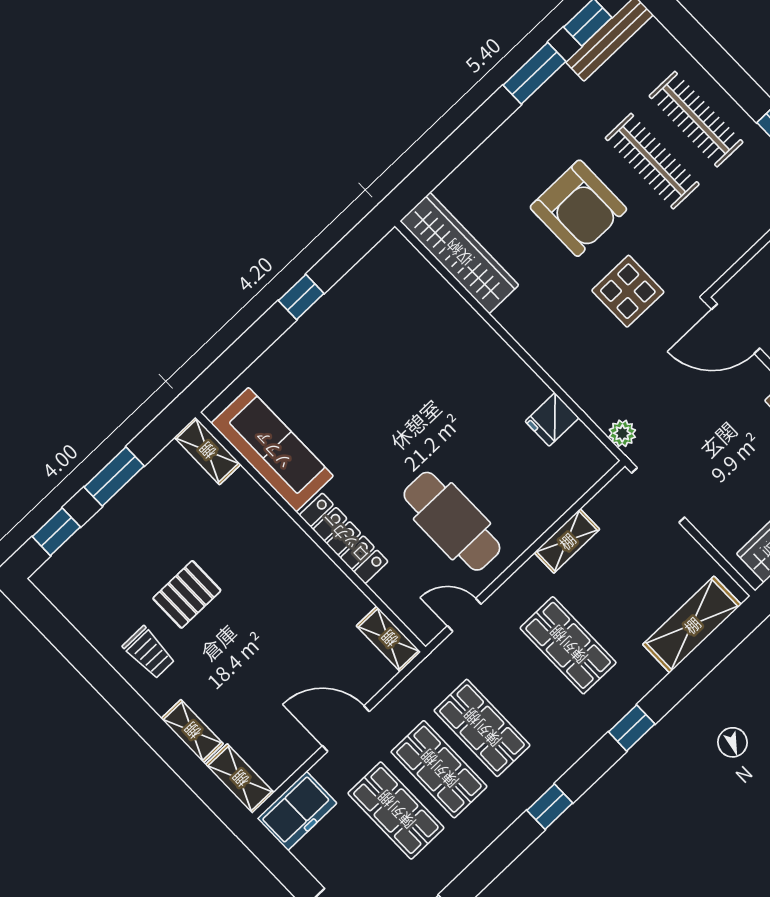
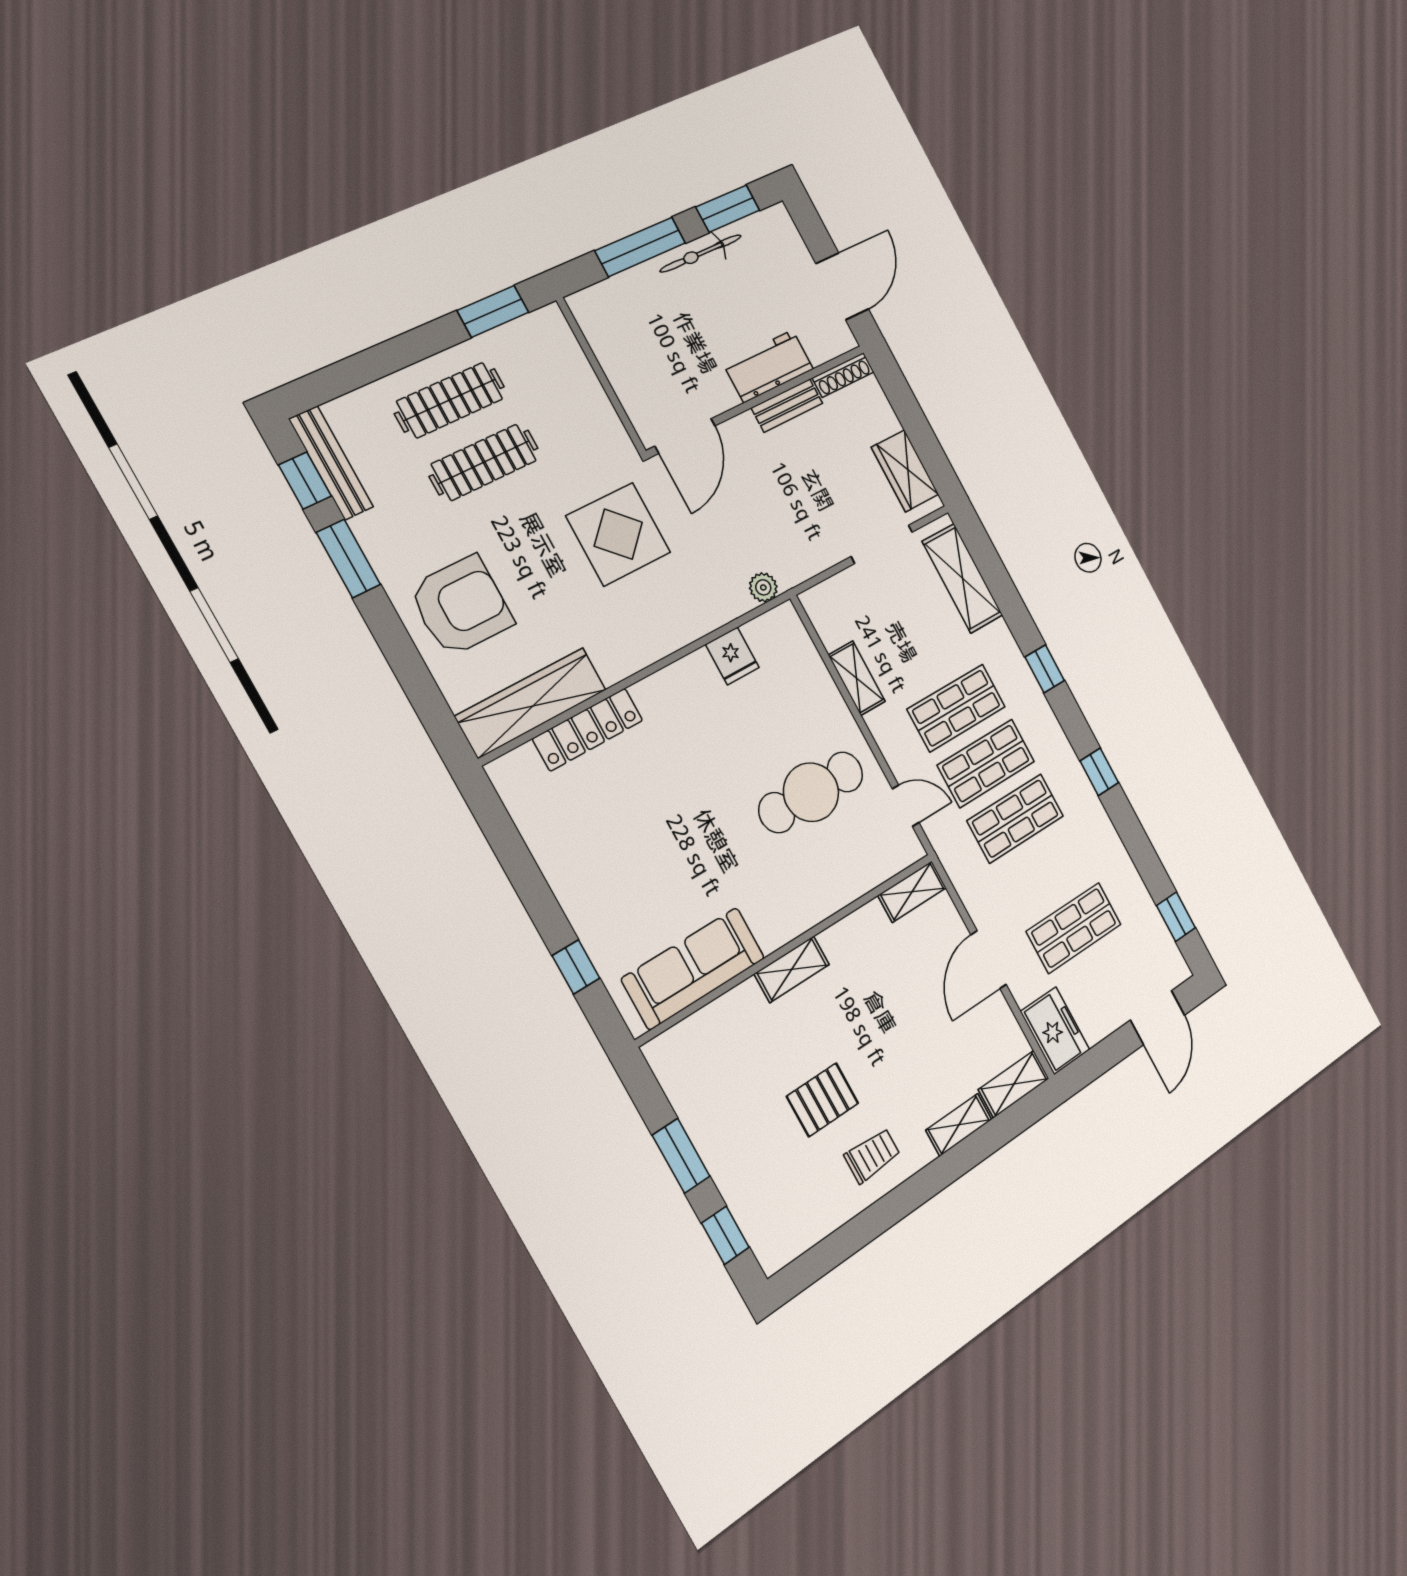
armchair: (578, 208) -> (461, 606), moved
display table: (628, 291) -> (618, 534), width x1.36, depth x1.36
window: (301, 297) -> (576, 967), moved
shelving: (207, 451) -> (792, 969), moved
doorway: (658, 495) -> (882, 544), moved
locker: (344, 538) -> (588, 729), moved, turned 180
pallet: (187, 594) -> (823, 1100), turned 90
door: (464, 615) -> (906, 806), swing flipped
shop shelf: (439, 769) -> (986, 763), moved

